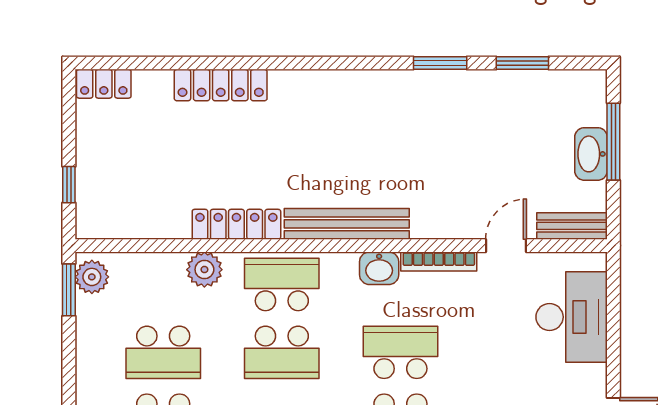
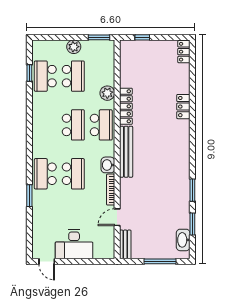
locker: (221, 85) -> (183, 107), width x0.66
washbasin: (591, 154) -> (183, 240), moved, turned -90
door: (506, 246) -> (117, 217), swing flipped
plant: (92, 277) -> (74, 47), moved
desk: (572, 317) -> (74, 244), moved
school desk: (163, 352) -> (73, 76), turned 180
school desk: (282, 352) -> (73, 125), turned 180

